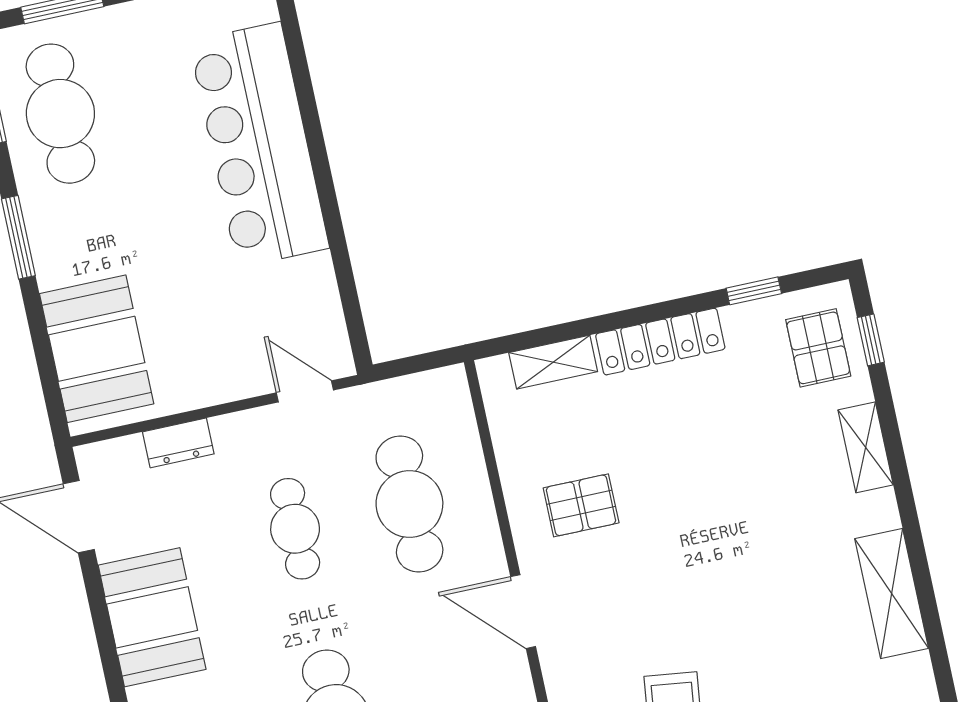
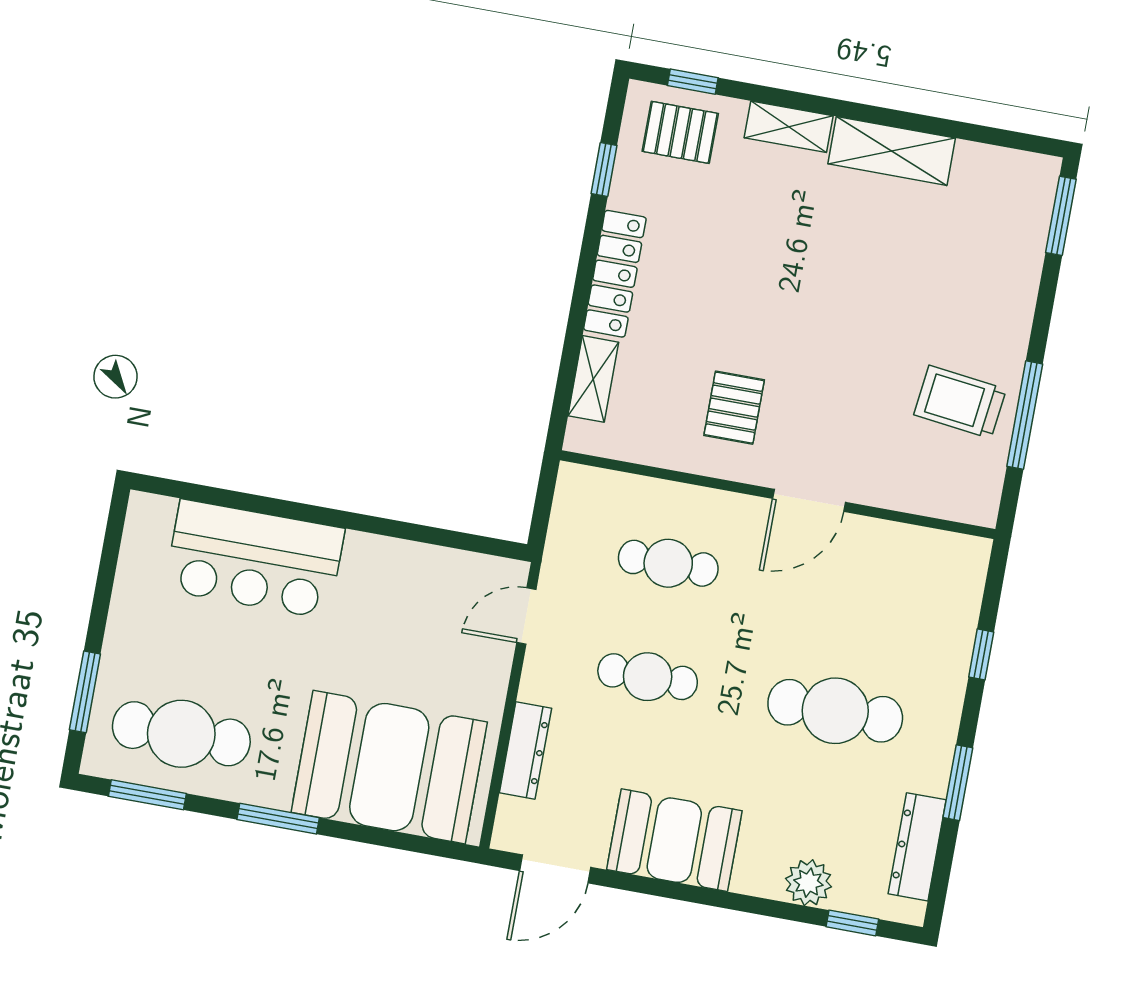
bar counter: (259, 145) -> (254, 559), width x0.73
booth: (97, 349) -> (389, 767), width x1.36, depth x1.42
dresser: (178, 443) -> (525, 751), width x1.44
cafe table: (409, 504) -> (668, 563), width x0.73, depth x0.74
shelving: (892, 594) -> (892, 151), moved

